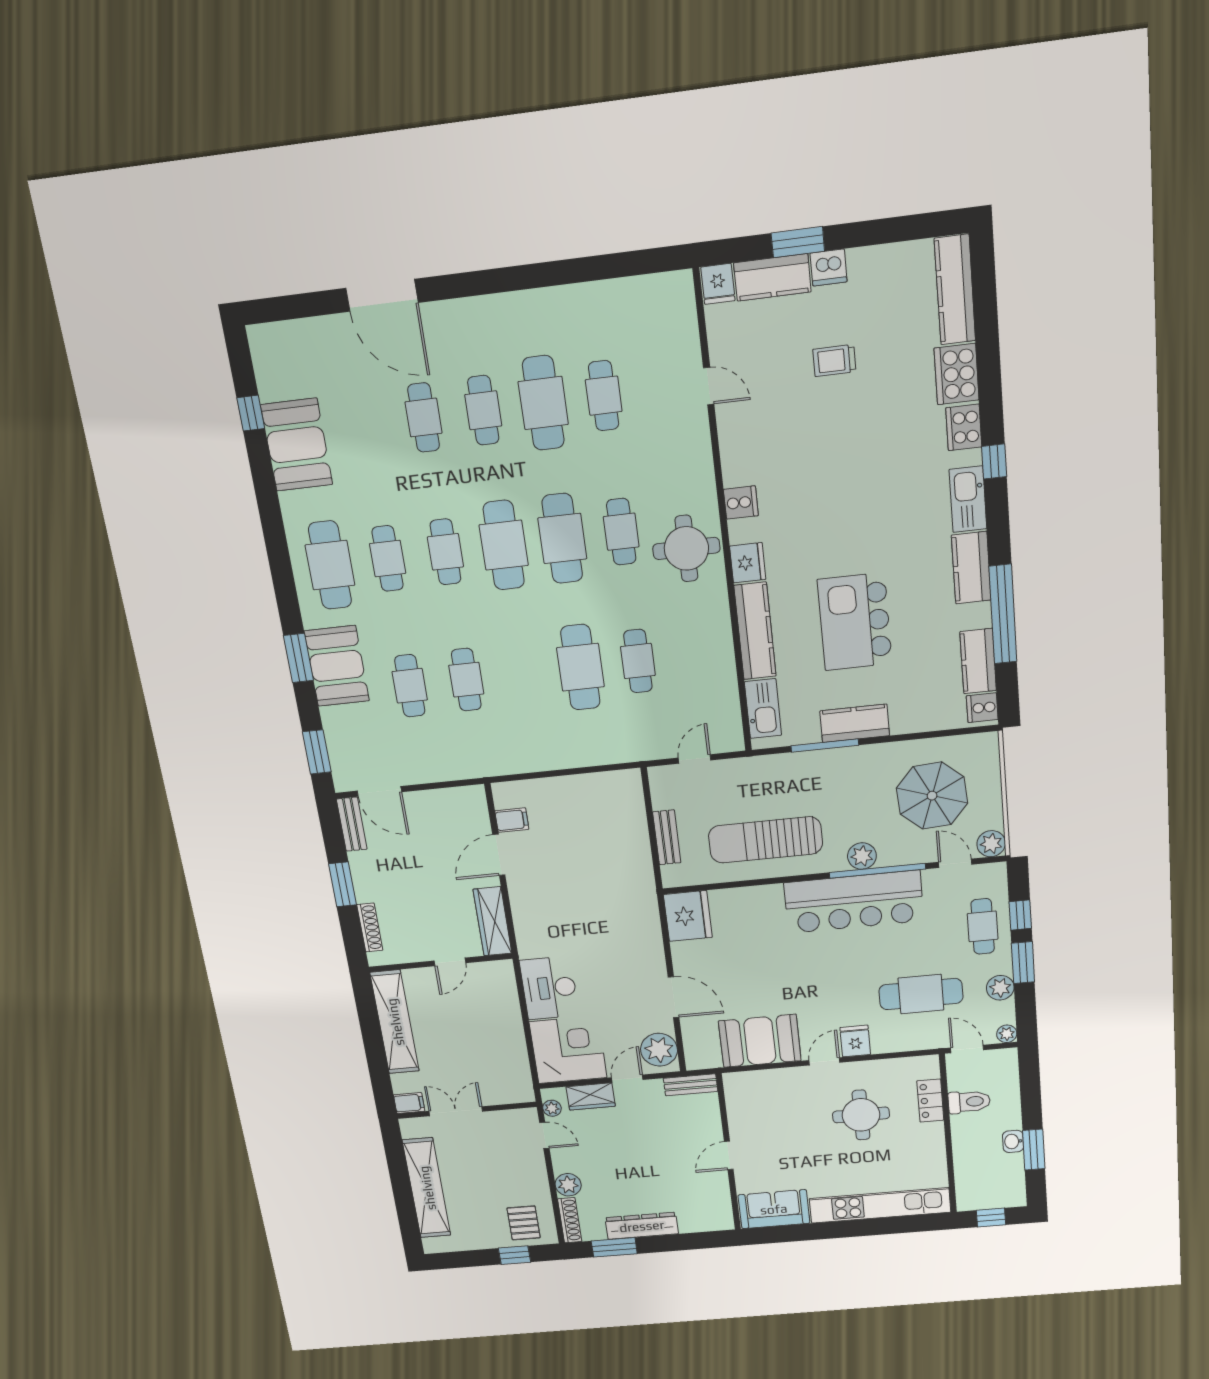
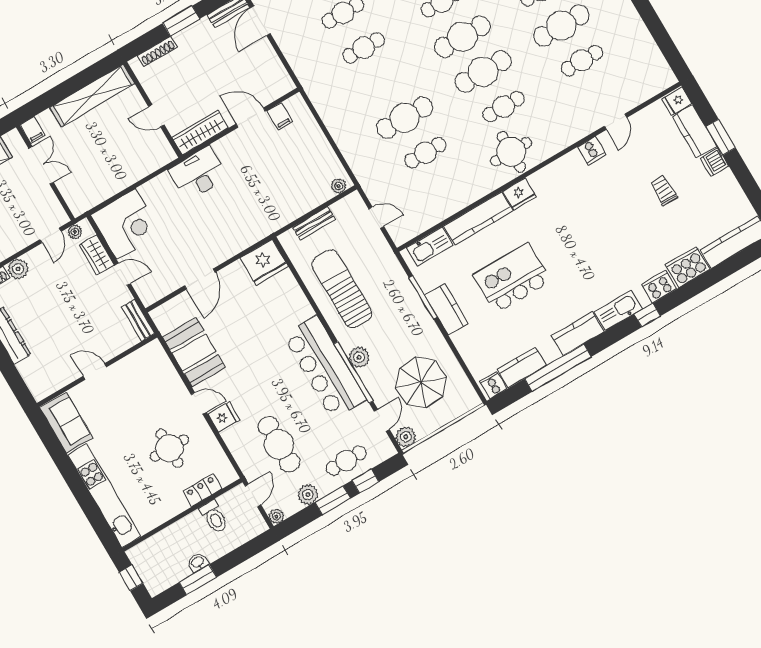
cooker: (741, 503) -> (592, 151), moved
desk: (549, 988) -> (198, 173), moved
plant: (659, 1050) -> (339, 186), moved, width x0.53, depth x0.53

